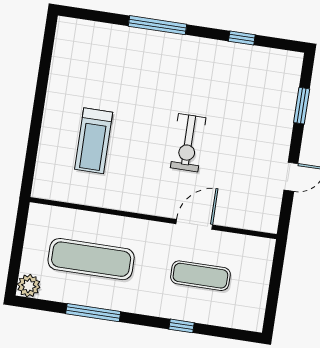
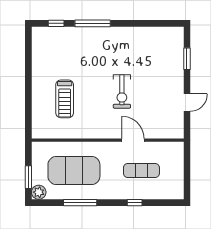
window: (242, 38) -> (56, 23), moved
door: (194, 224) -> (133, 140), hinge flipped
window: (16, 259) -> (28, 177), added
exercise mat: (91, 259) -> (74, 171), width x1.47

